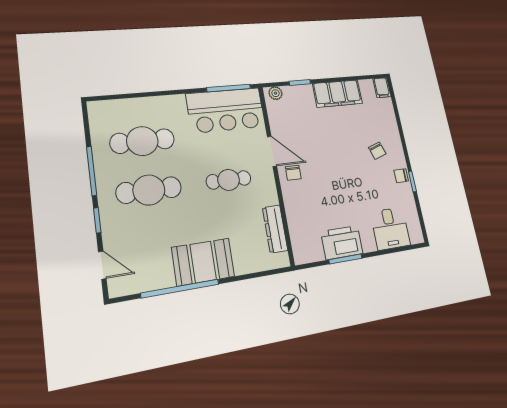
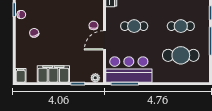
door: (272, 151) -> (104, 40), hinge flipped
cafe table: (149, 190) -> (181, 26), width x0.73, depth x0.74

